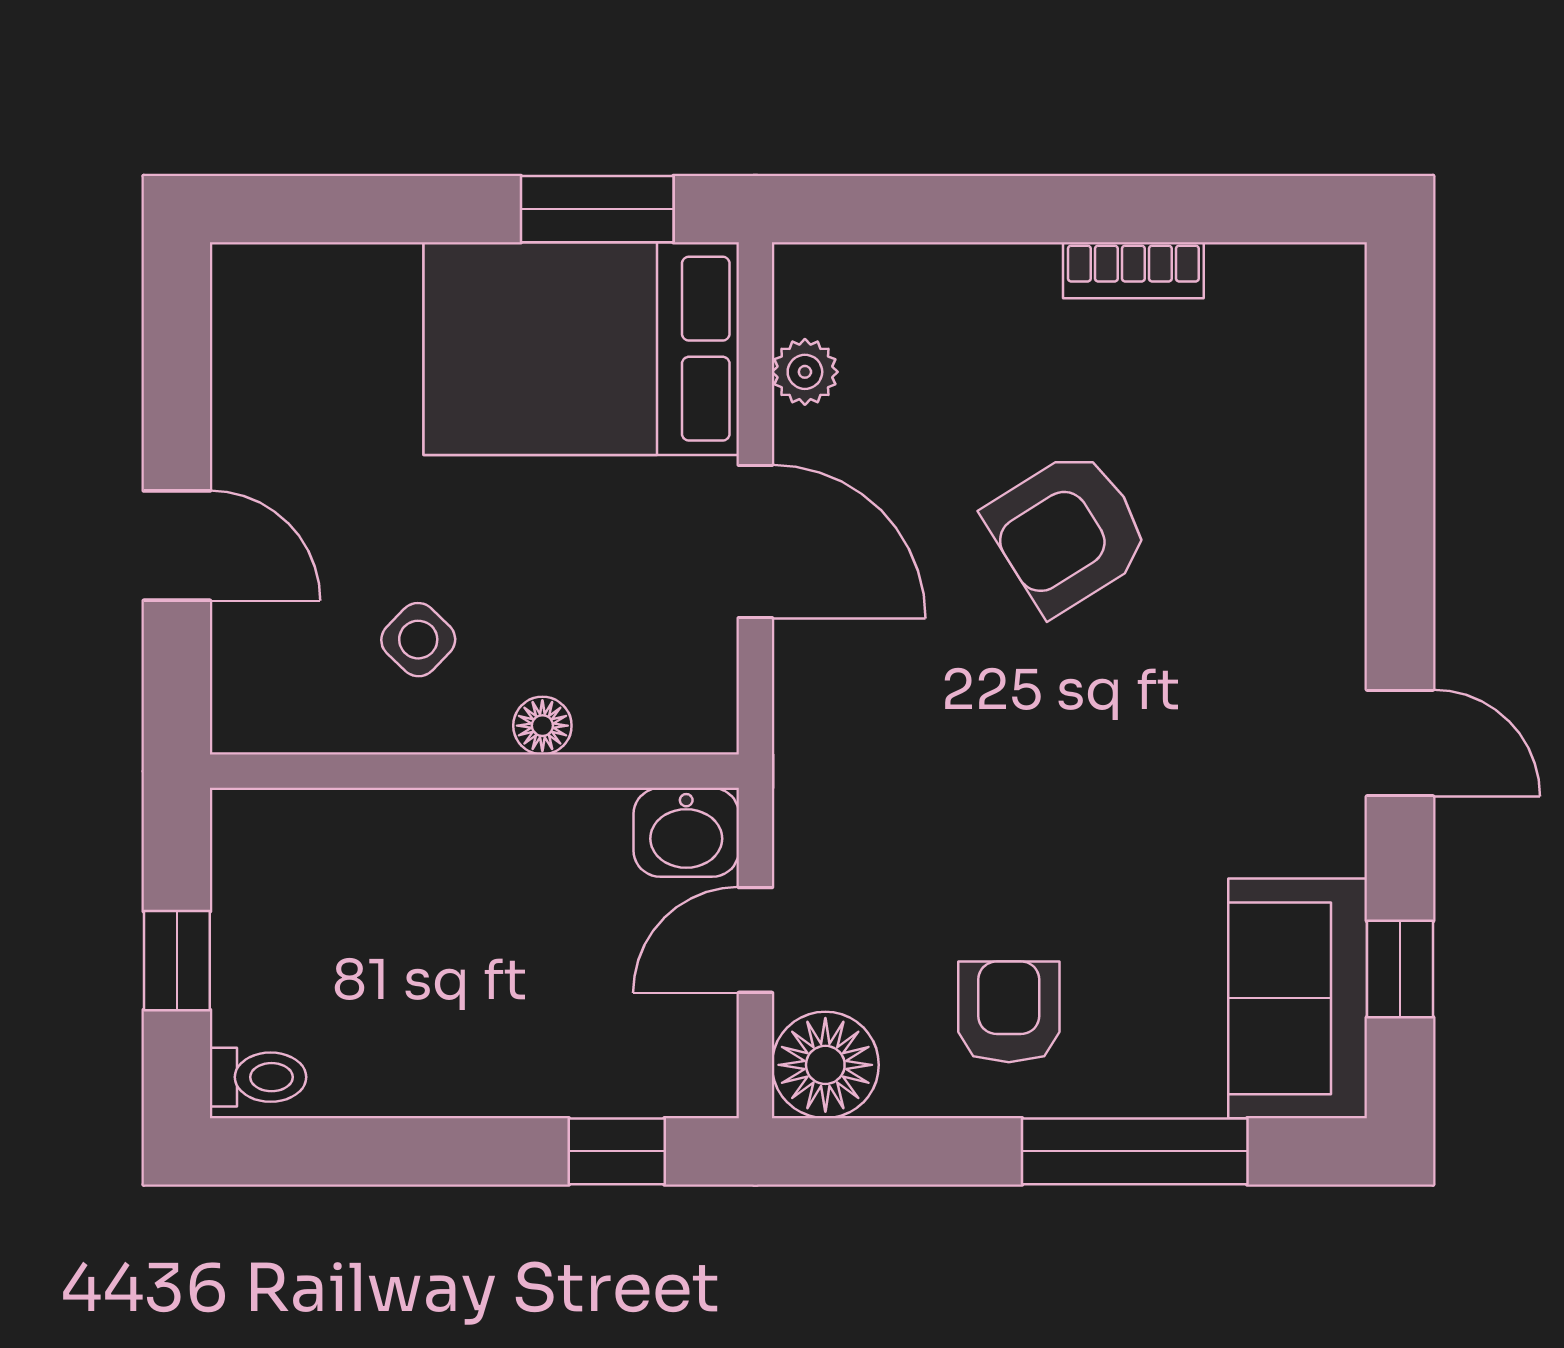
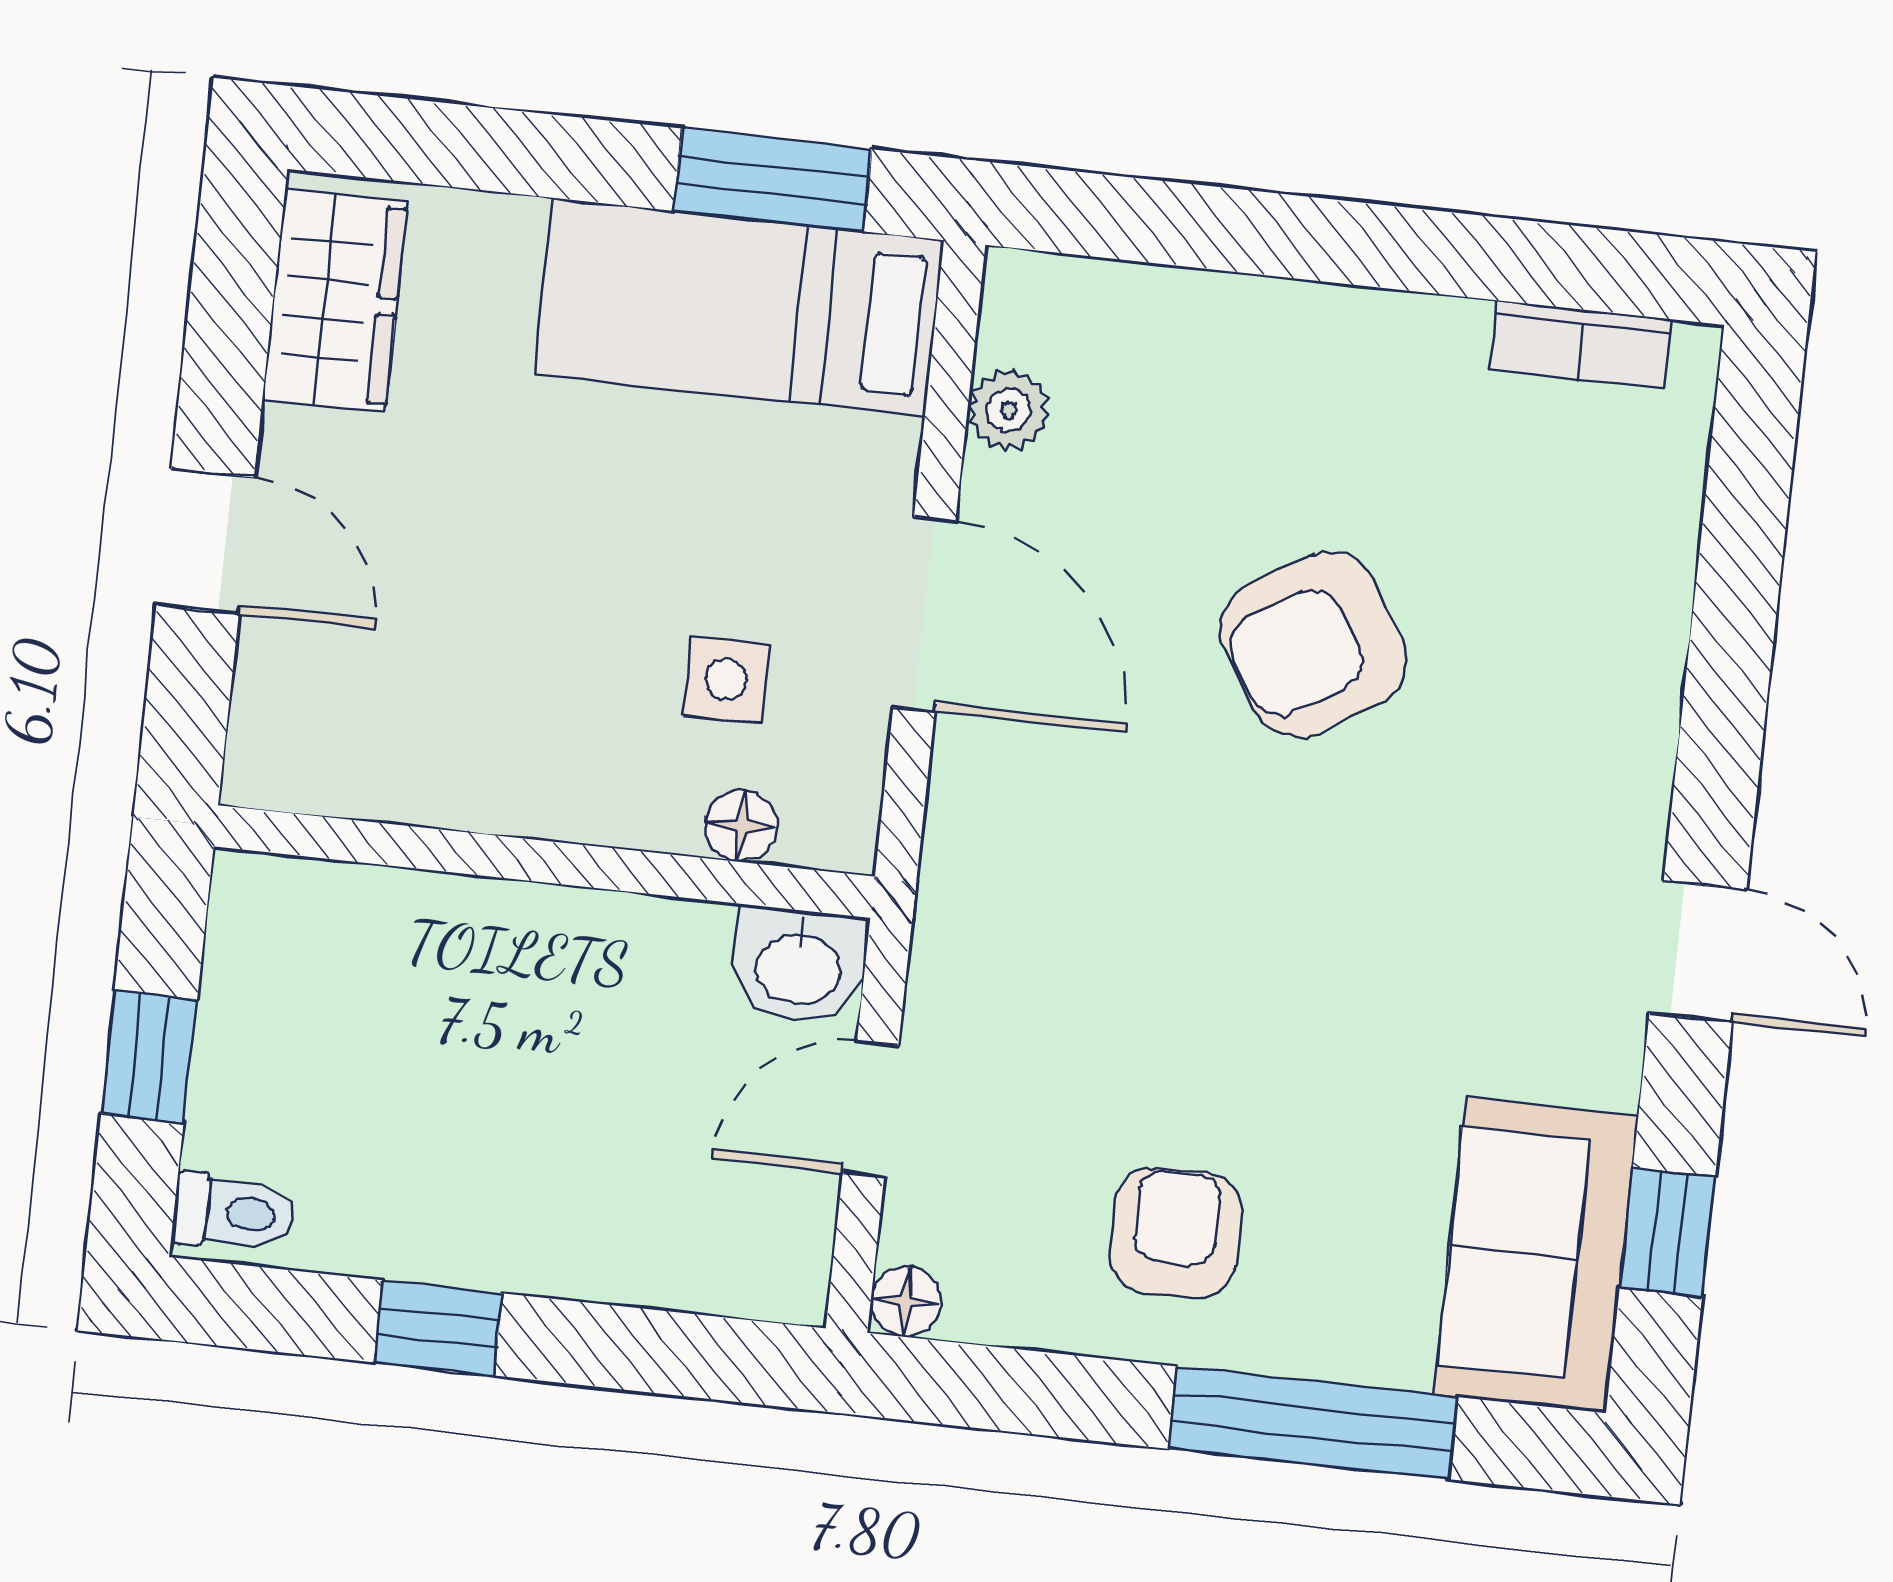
bookcase: (1133, 270) -> (1581, 345), moved
wardrobe: (259, 343) -> (335, 300), added
bed: (581, 349) -> (739, 307), width x0.67
side table: (418, 640) -> (726, 679), moved, turned 45
floor lamp: (542, 726) -> (741, 826), moved
floor lamp: (825, 1065) -> (906, 1302), width x0.53, depth x0.53
window: (617, 1151) -> (438, 1328), moved

